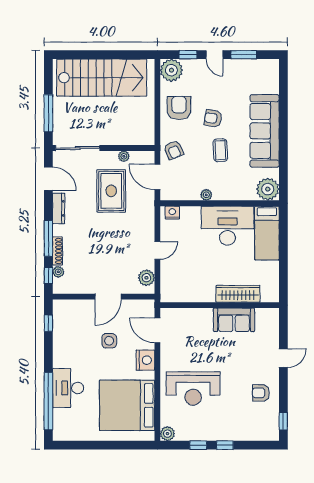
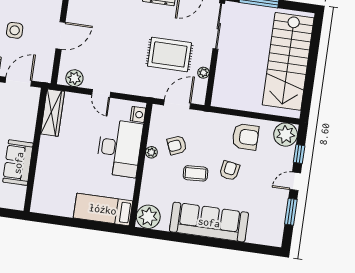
armchair: (174, 150) -> (177, 145), moved
desk: (227, 226) -> (119, 148), moved
wardrobe: (238, 294) -> (53, 113), moved
door: (108, 297) -> (61, 36), swing flipped

